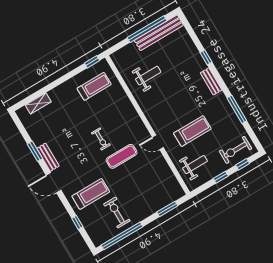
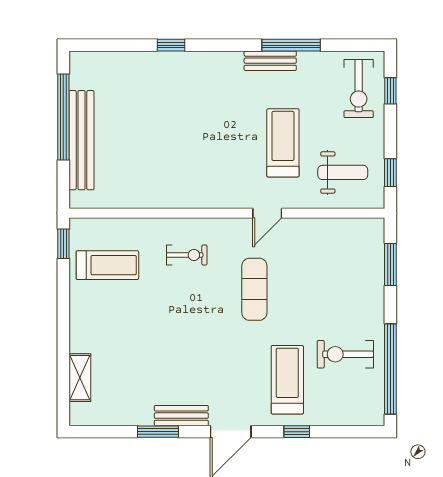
bench: (159, 33) -> (82, 140), moved
weight bench: (148, 76) -> (144, 162), removed
bench: (211, 81) -> (270, 61), moved
treadmill: (94, 86) -> (107, 265), turned 90
exercise bike: (101, 139) -> (187, 255), moved
weight bench: (195, 165) -> (343, 172), turned 90
window: (221, 177) -> (390, 173), moved
window: (77, 222) -> (297, 432), moved

